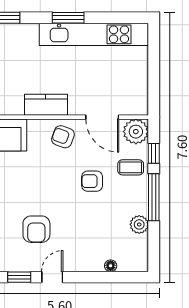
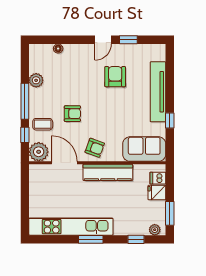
kitchen counter: (46, 105) -> (108, 172), width x1.50

